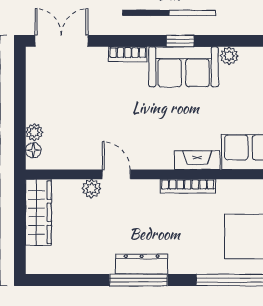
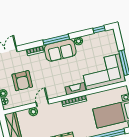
window: (180, 41) -> (56, 40), width x2.17
armchair: (83, 114) -> (22, 81), added
door: (116, 174) -> (42, 103), hinge flipped

